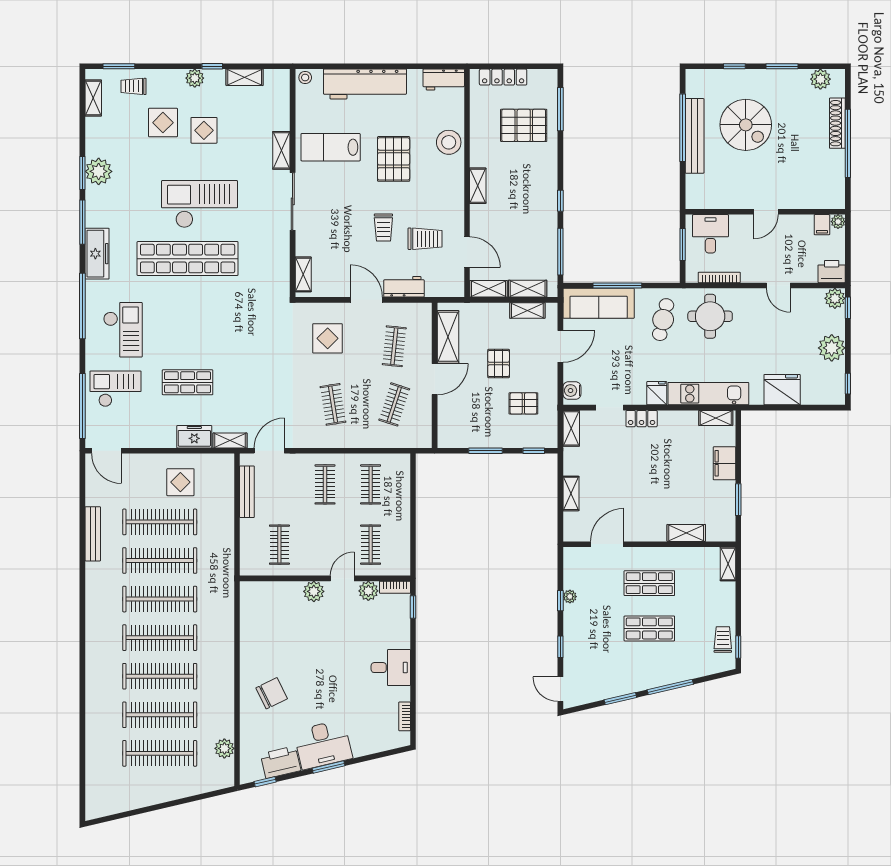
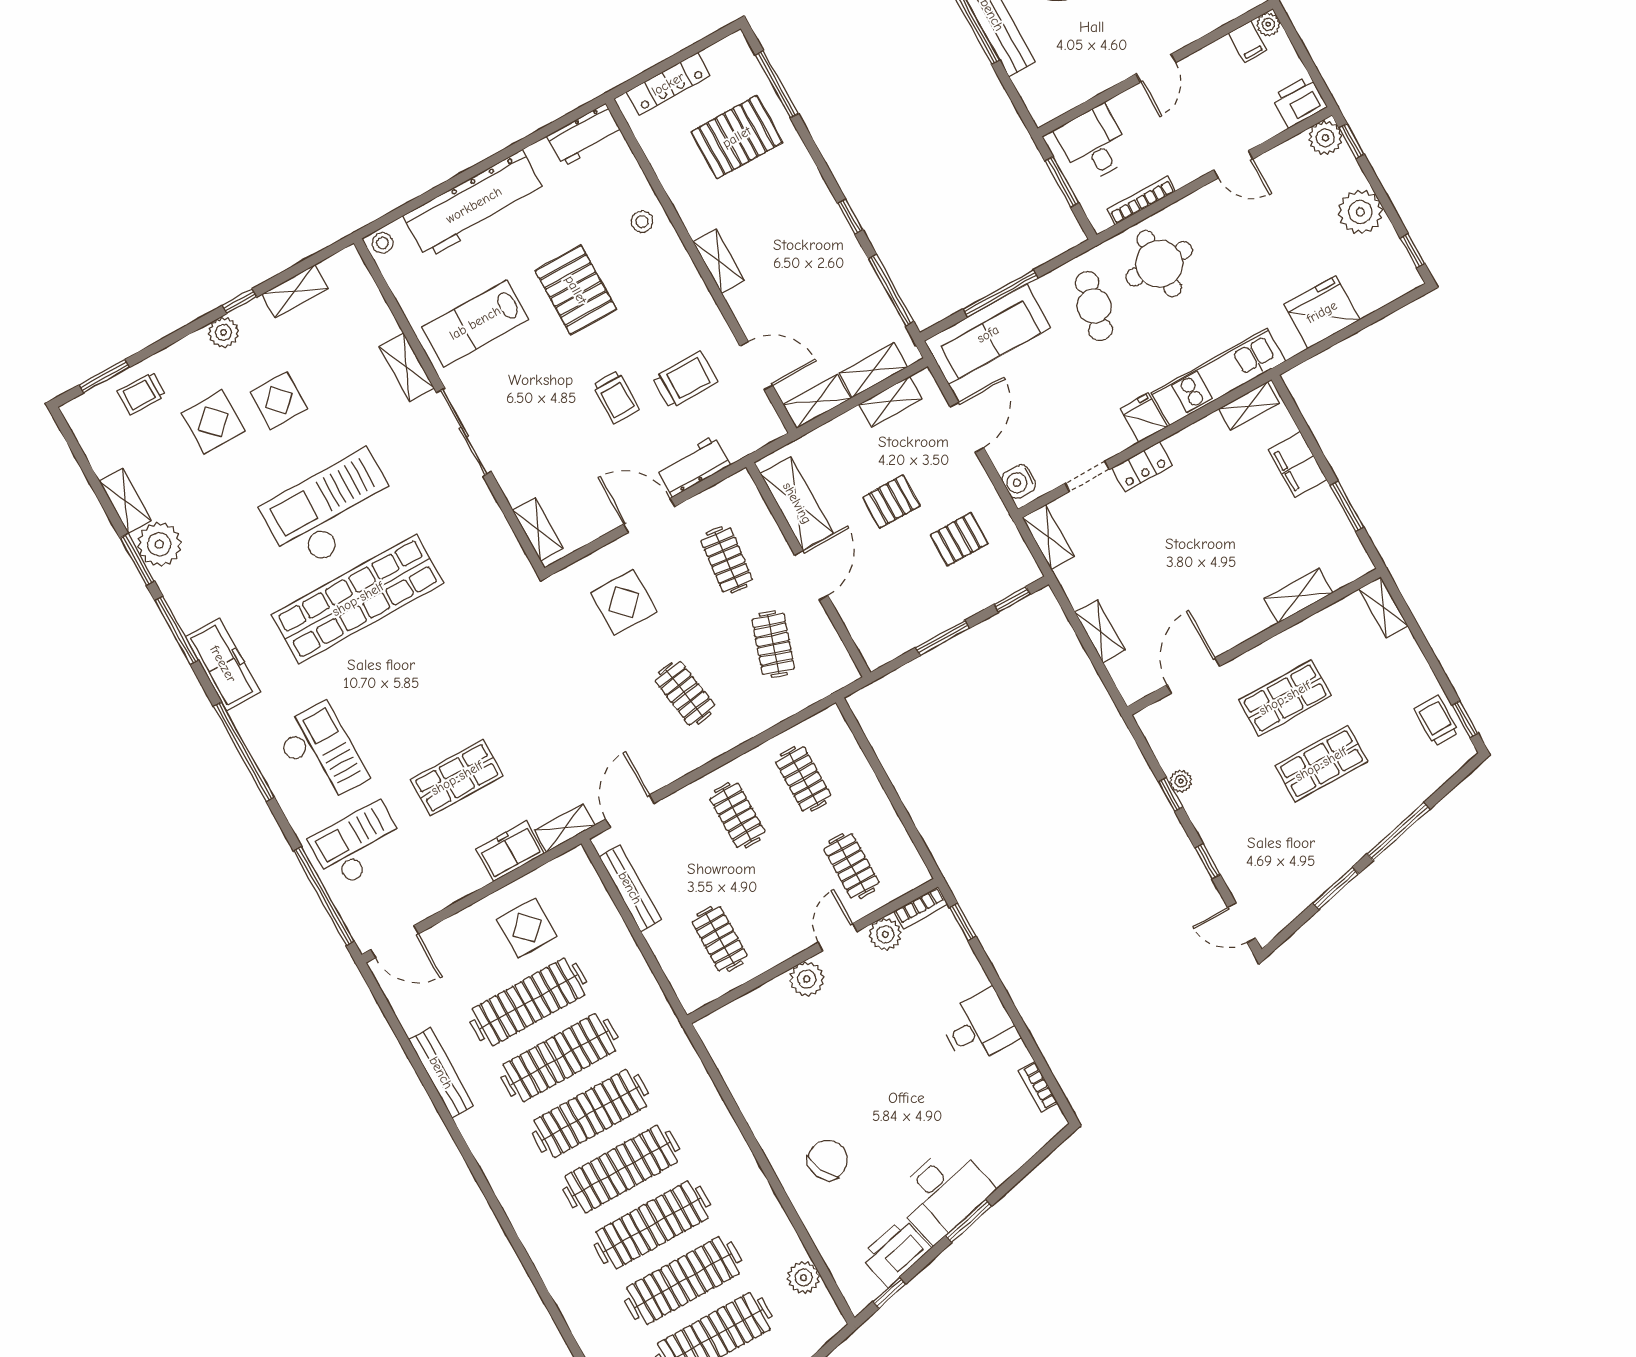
shelving: (93, 98) -> (125, 501), moved
stool: (449, 142) -> (642, 222), width x0.53, depth x0.53
pallet: (499, 364) -> (891, 501), turned 90

